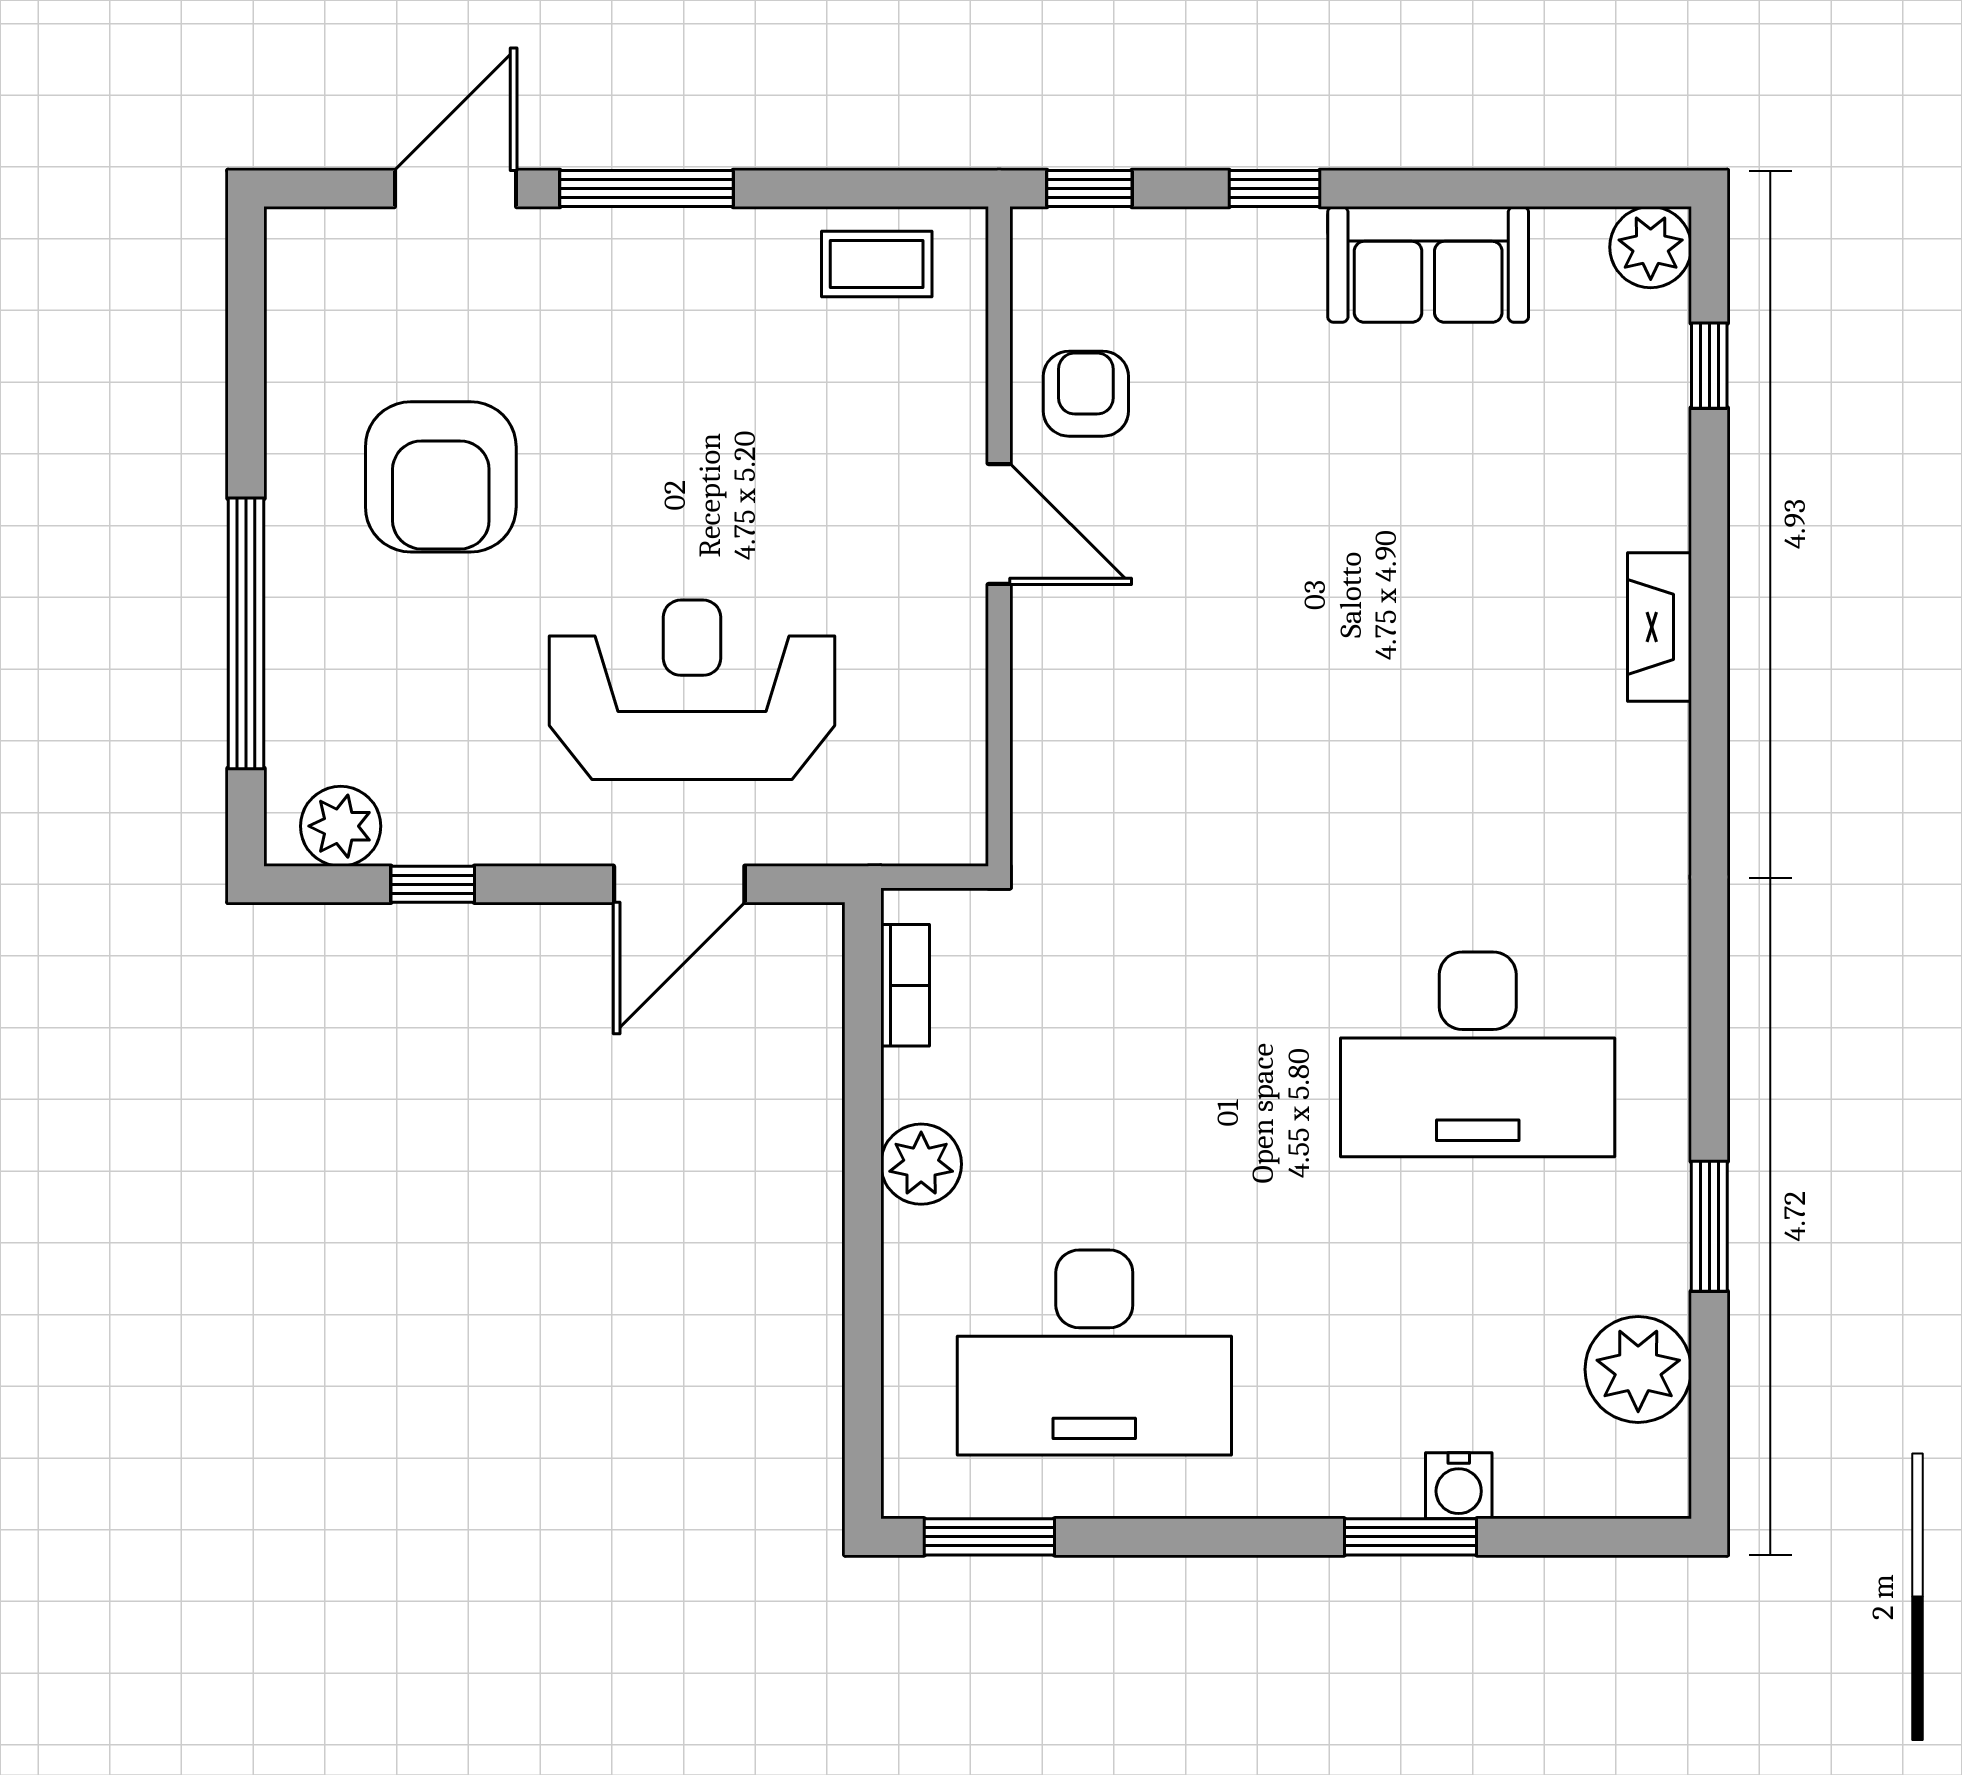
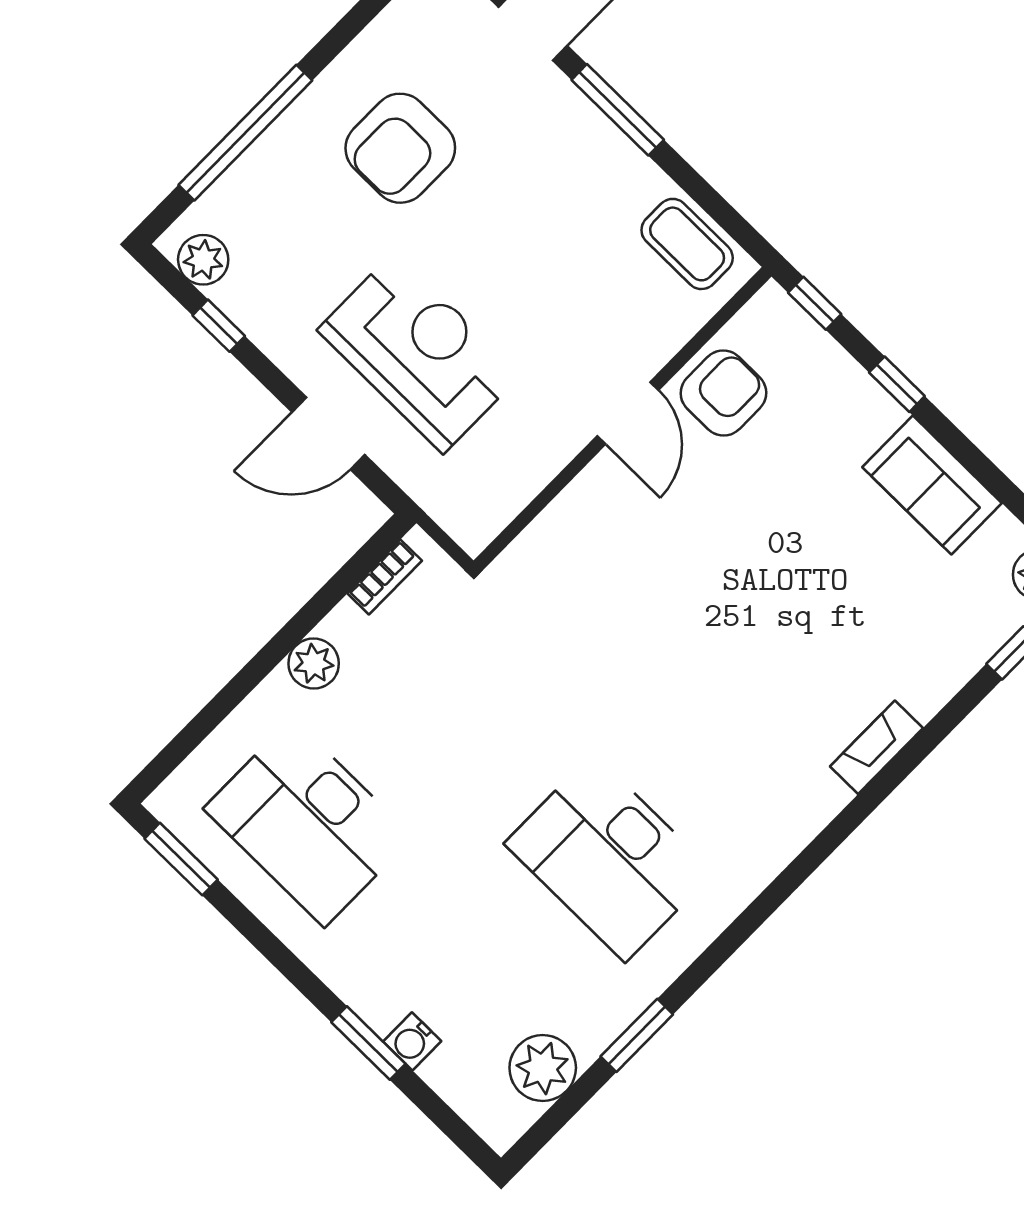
coffee table: (877, 264) -> (687, 244), width x1.36, depth x1.30
armchair: (1086, 394) -> (723, 393), width x1.38, depth x1.38

